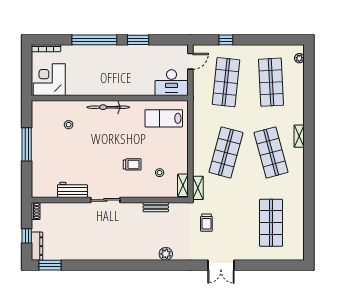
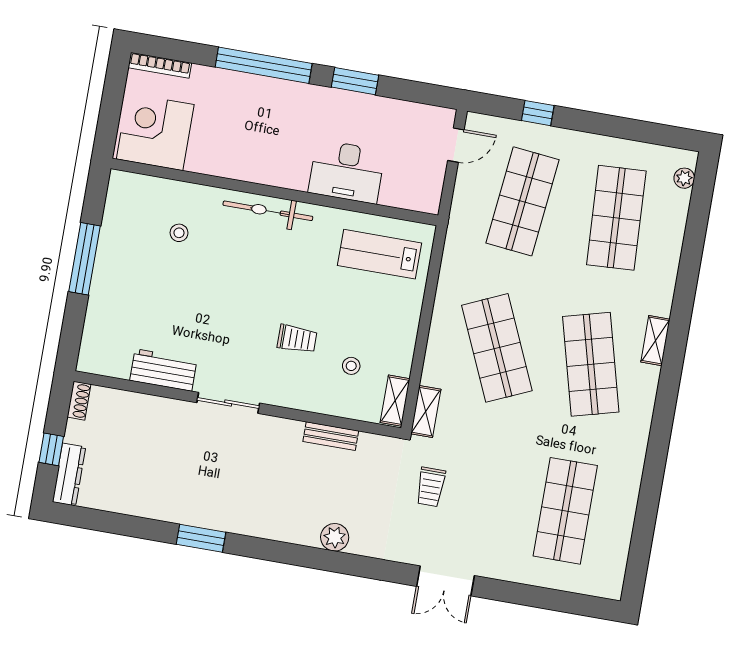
desk: (172, 83) -> (347, 172), moved
shop shelf: (226, 152) -> (497, 348), turned -39
window: (50, 265) -> (201, 538), moved

